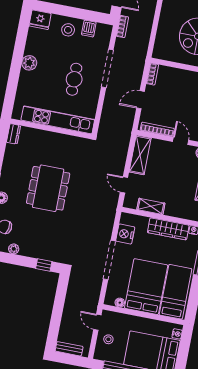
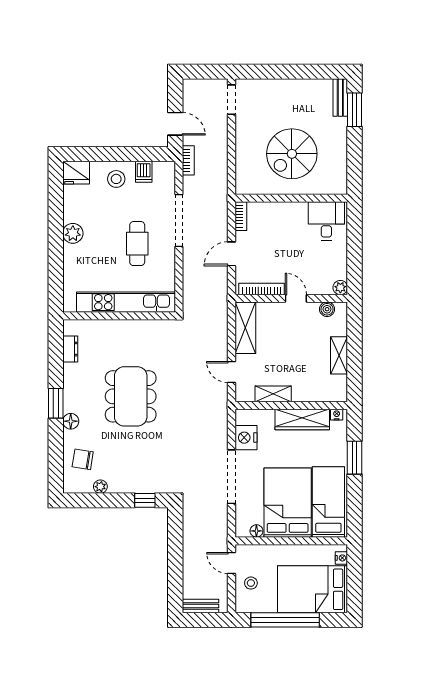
dresser: (13, 134) -> (70, 349), moved

